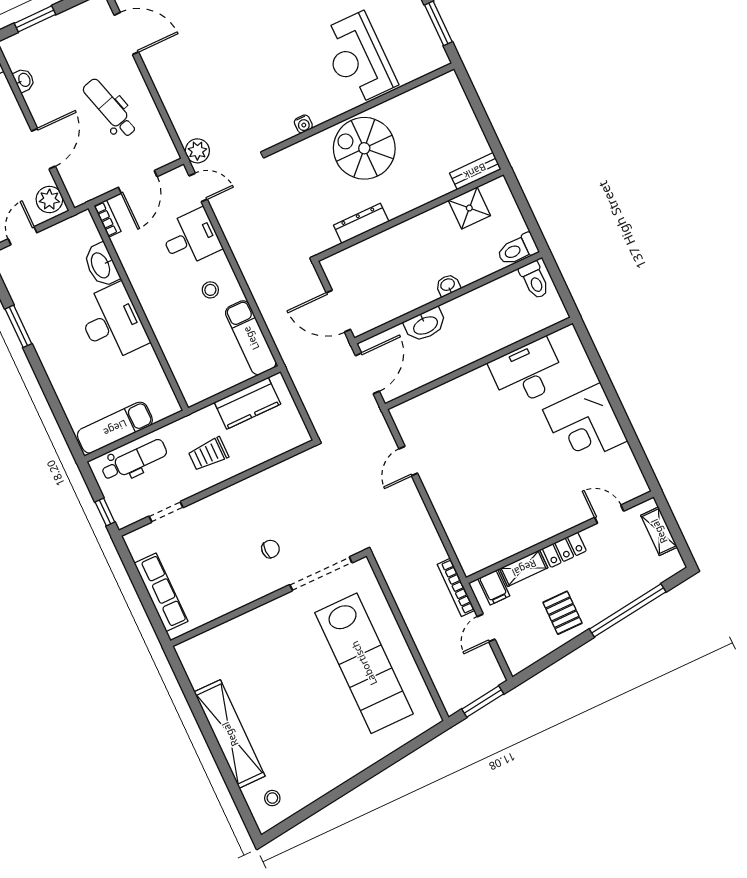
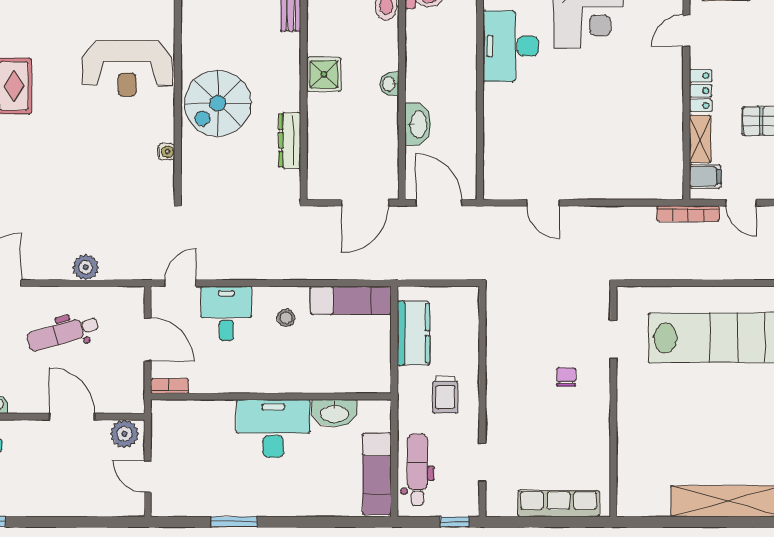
plant: (197, 151) -> (86, 267), moved
shower: (469, 208) -> (324, 74), moved
washbasin: (101, 265) -> (334, 413), moved
doorway: (321, 574) -> (613, 339), width x0.53

